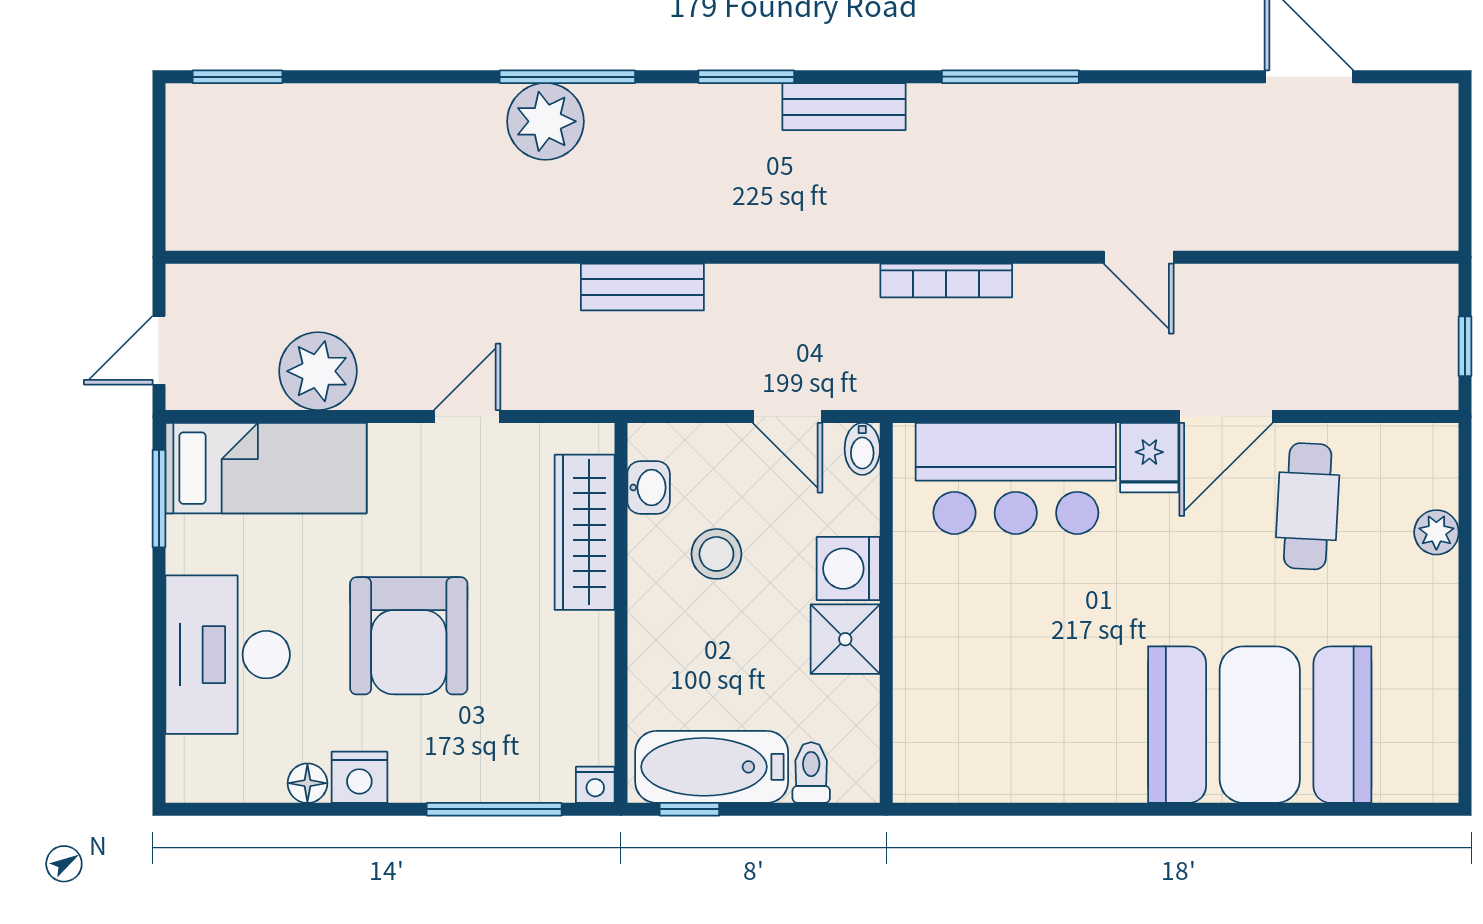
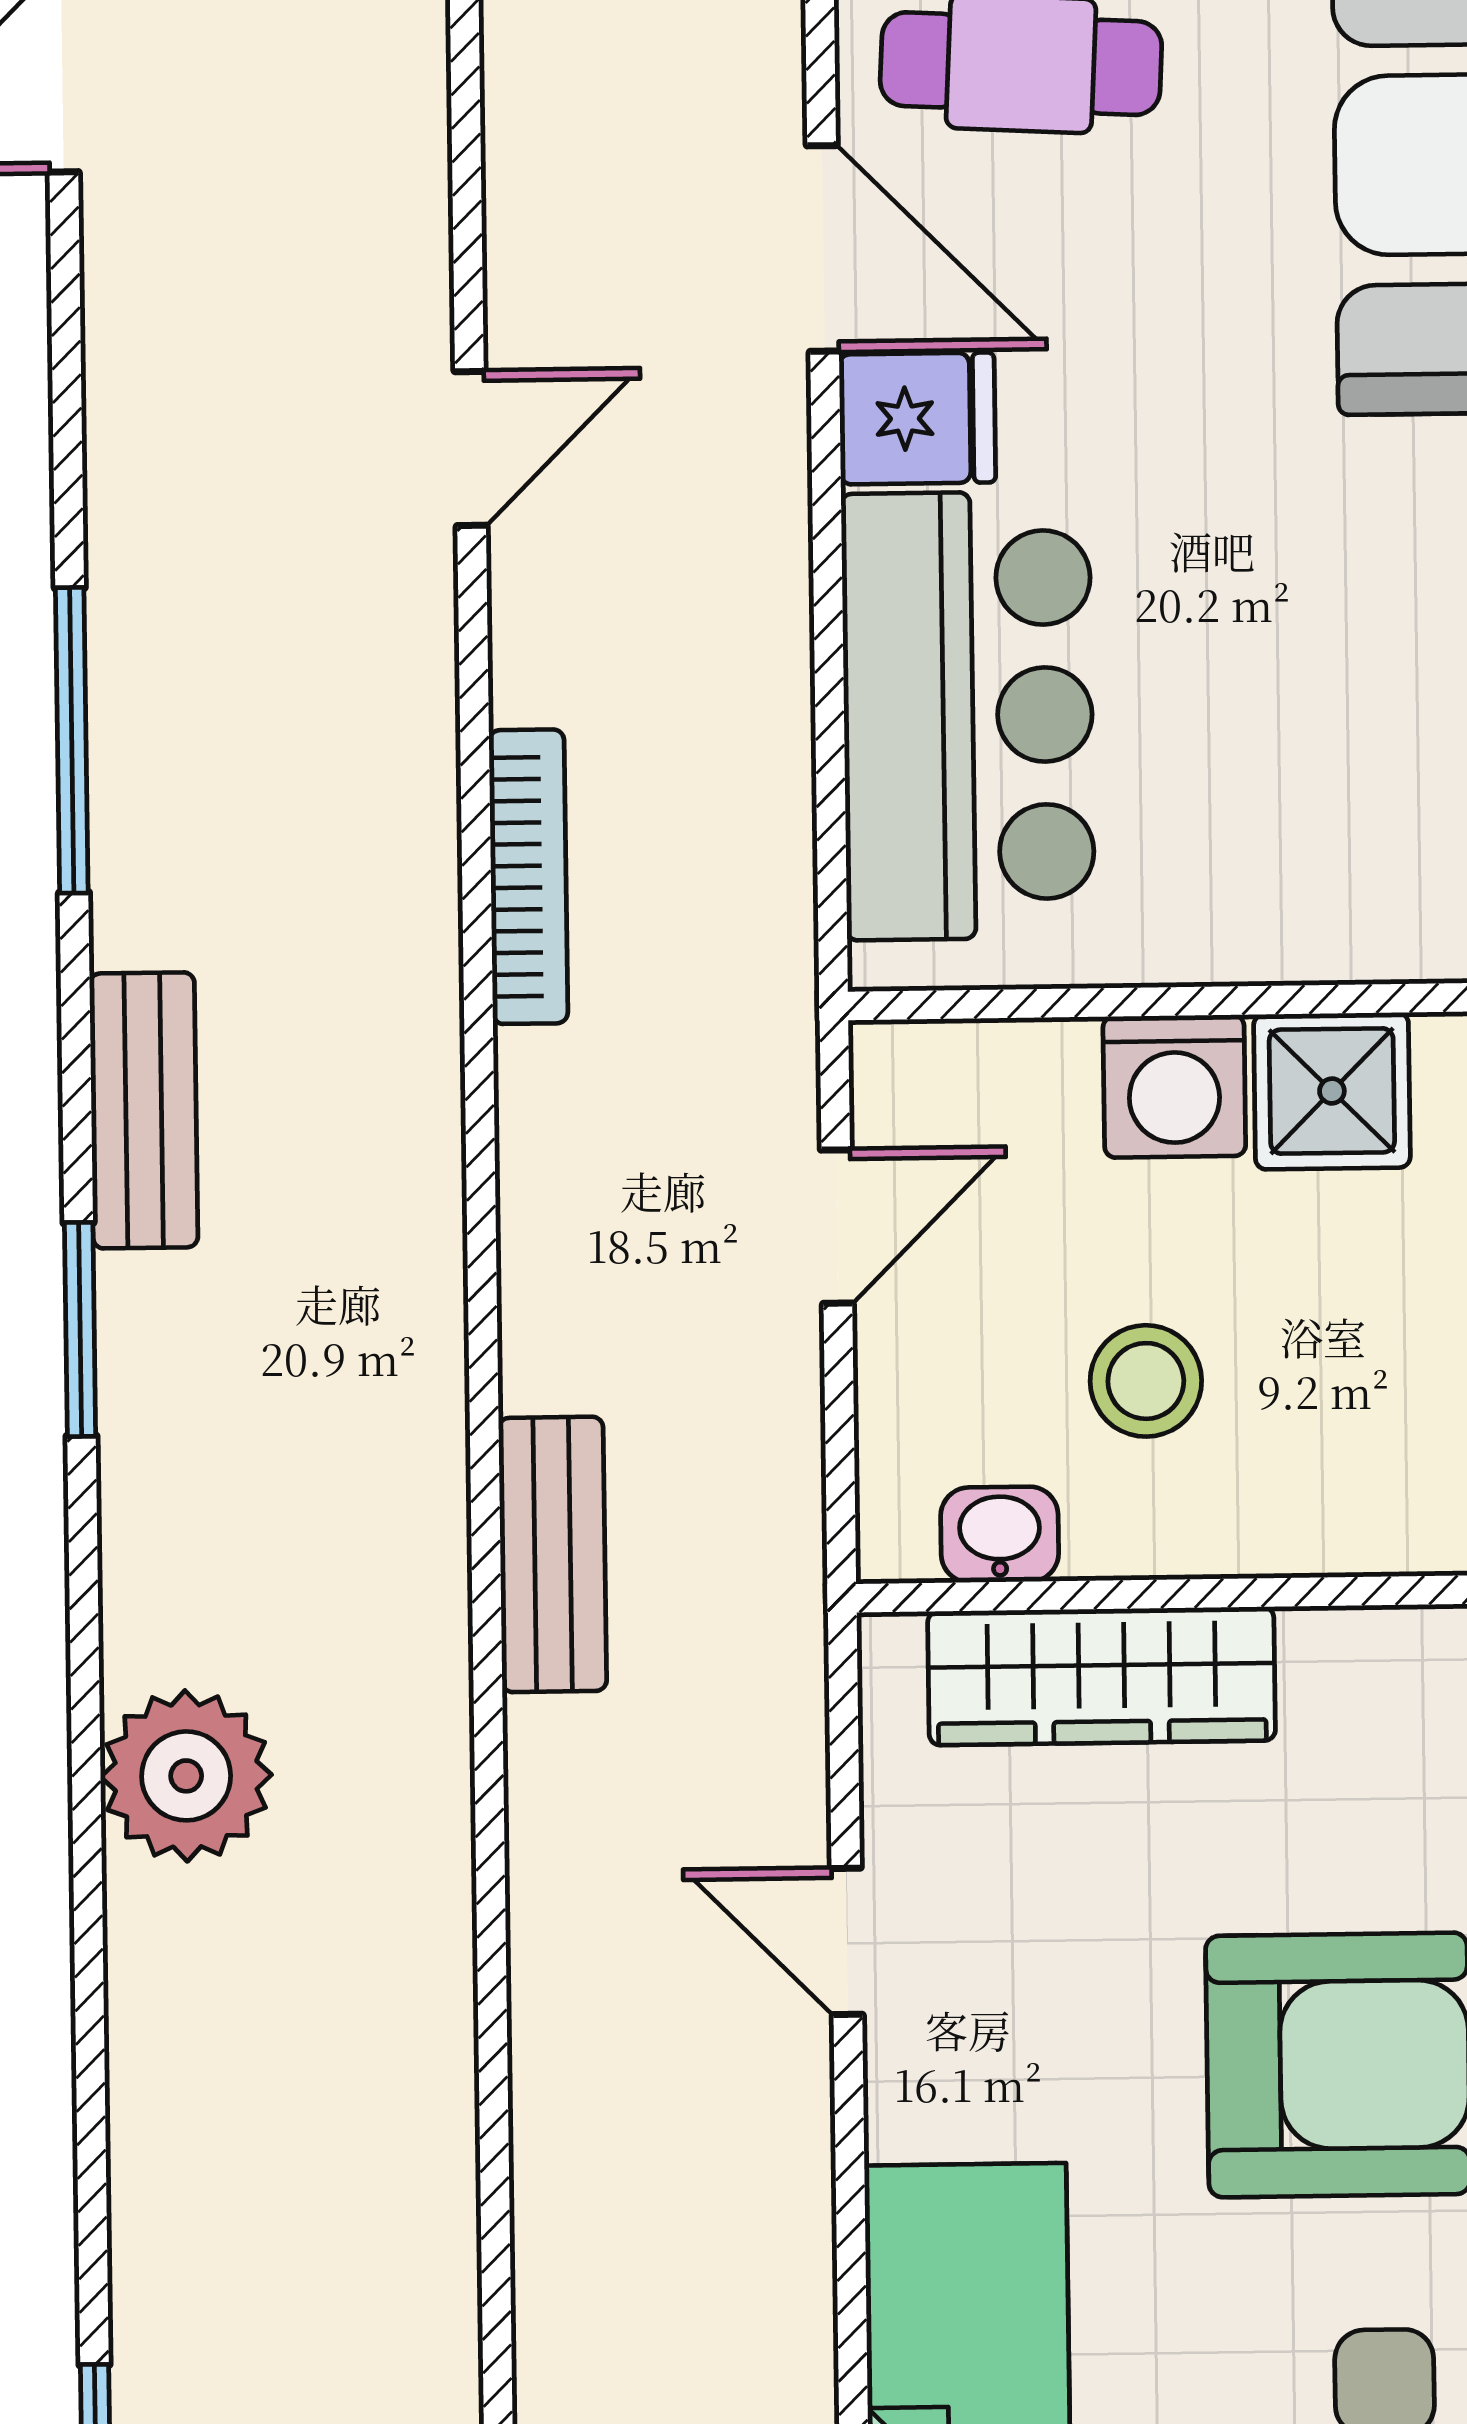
window: (567, 77) -> (86, 1728), removed
plant: (318, 371) -> (750, 2276), removed
bidet: (862, 449) -> (907, 1059), removed

